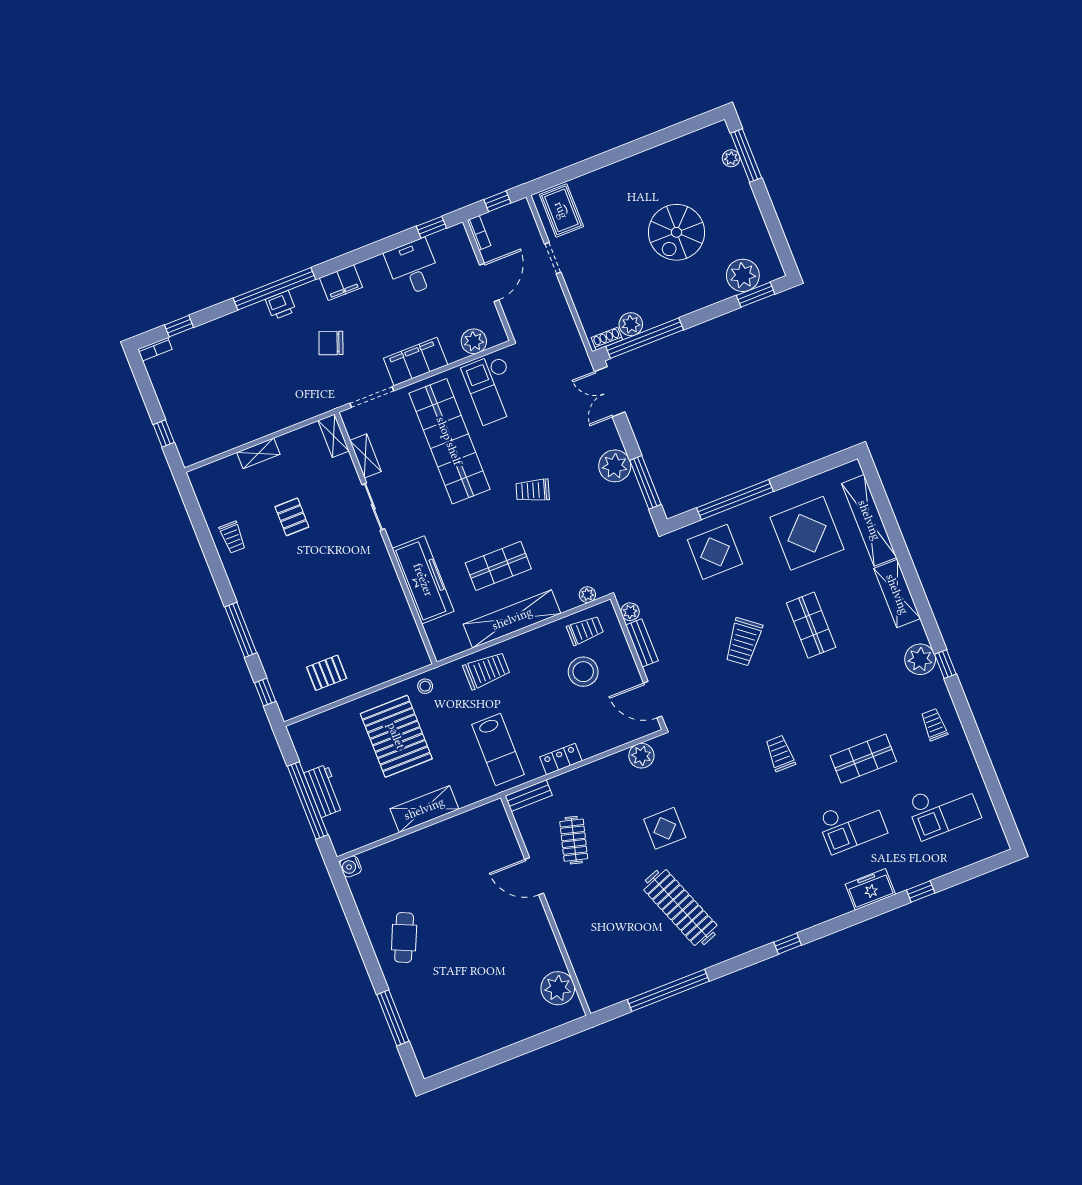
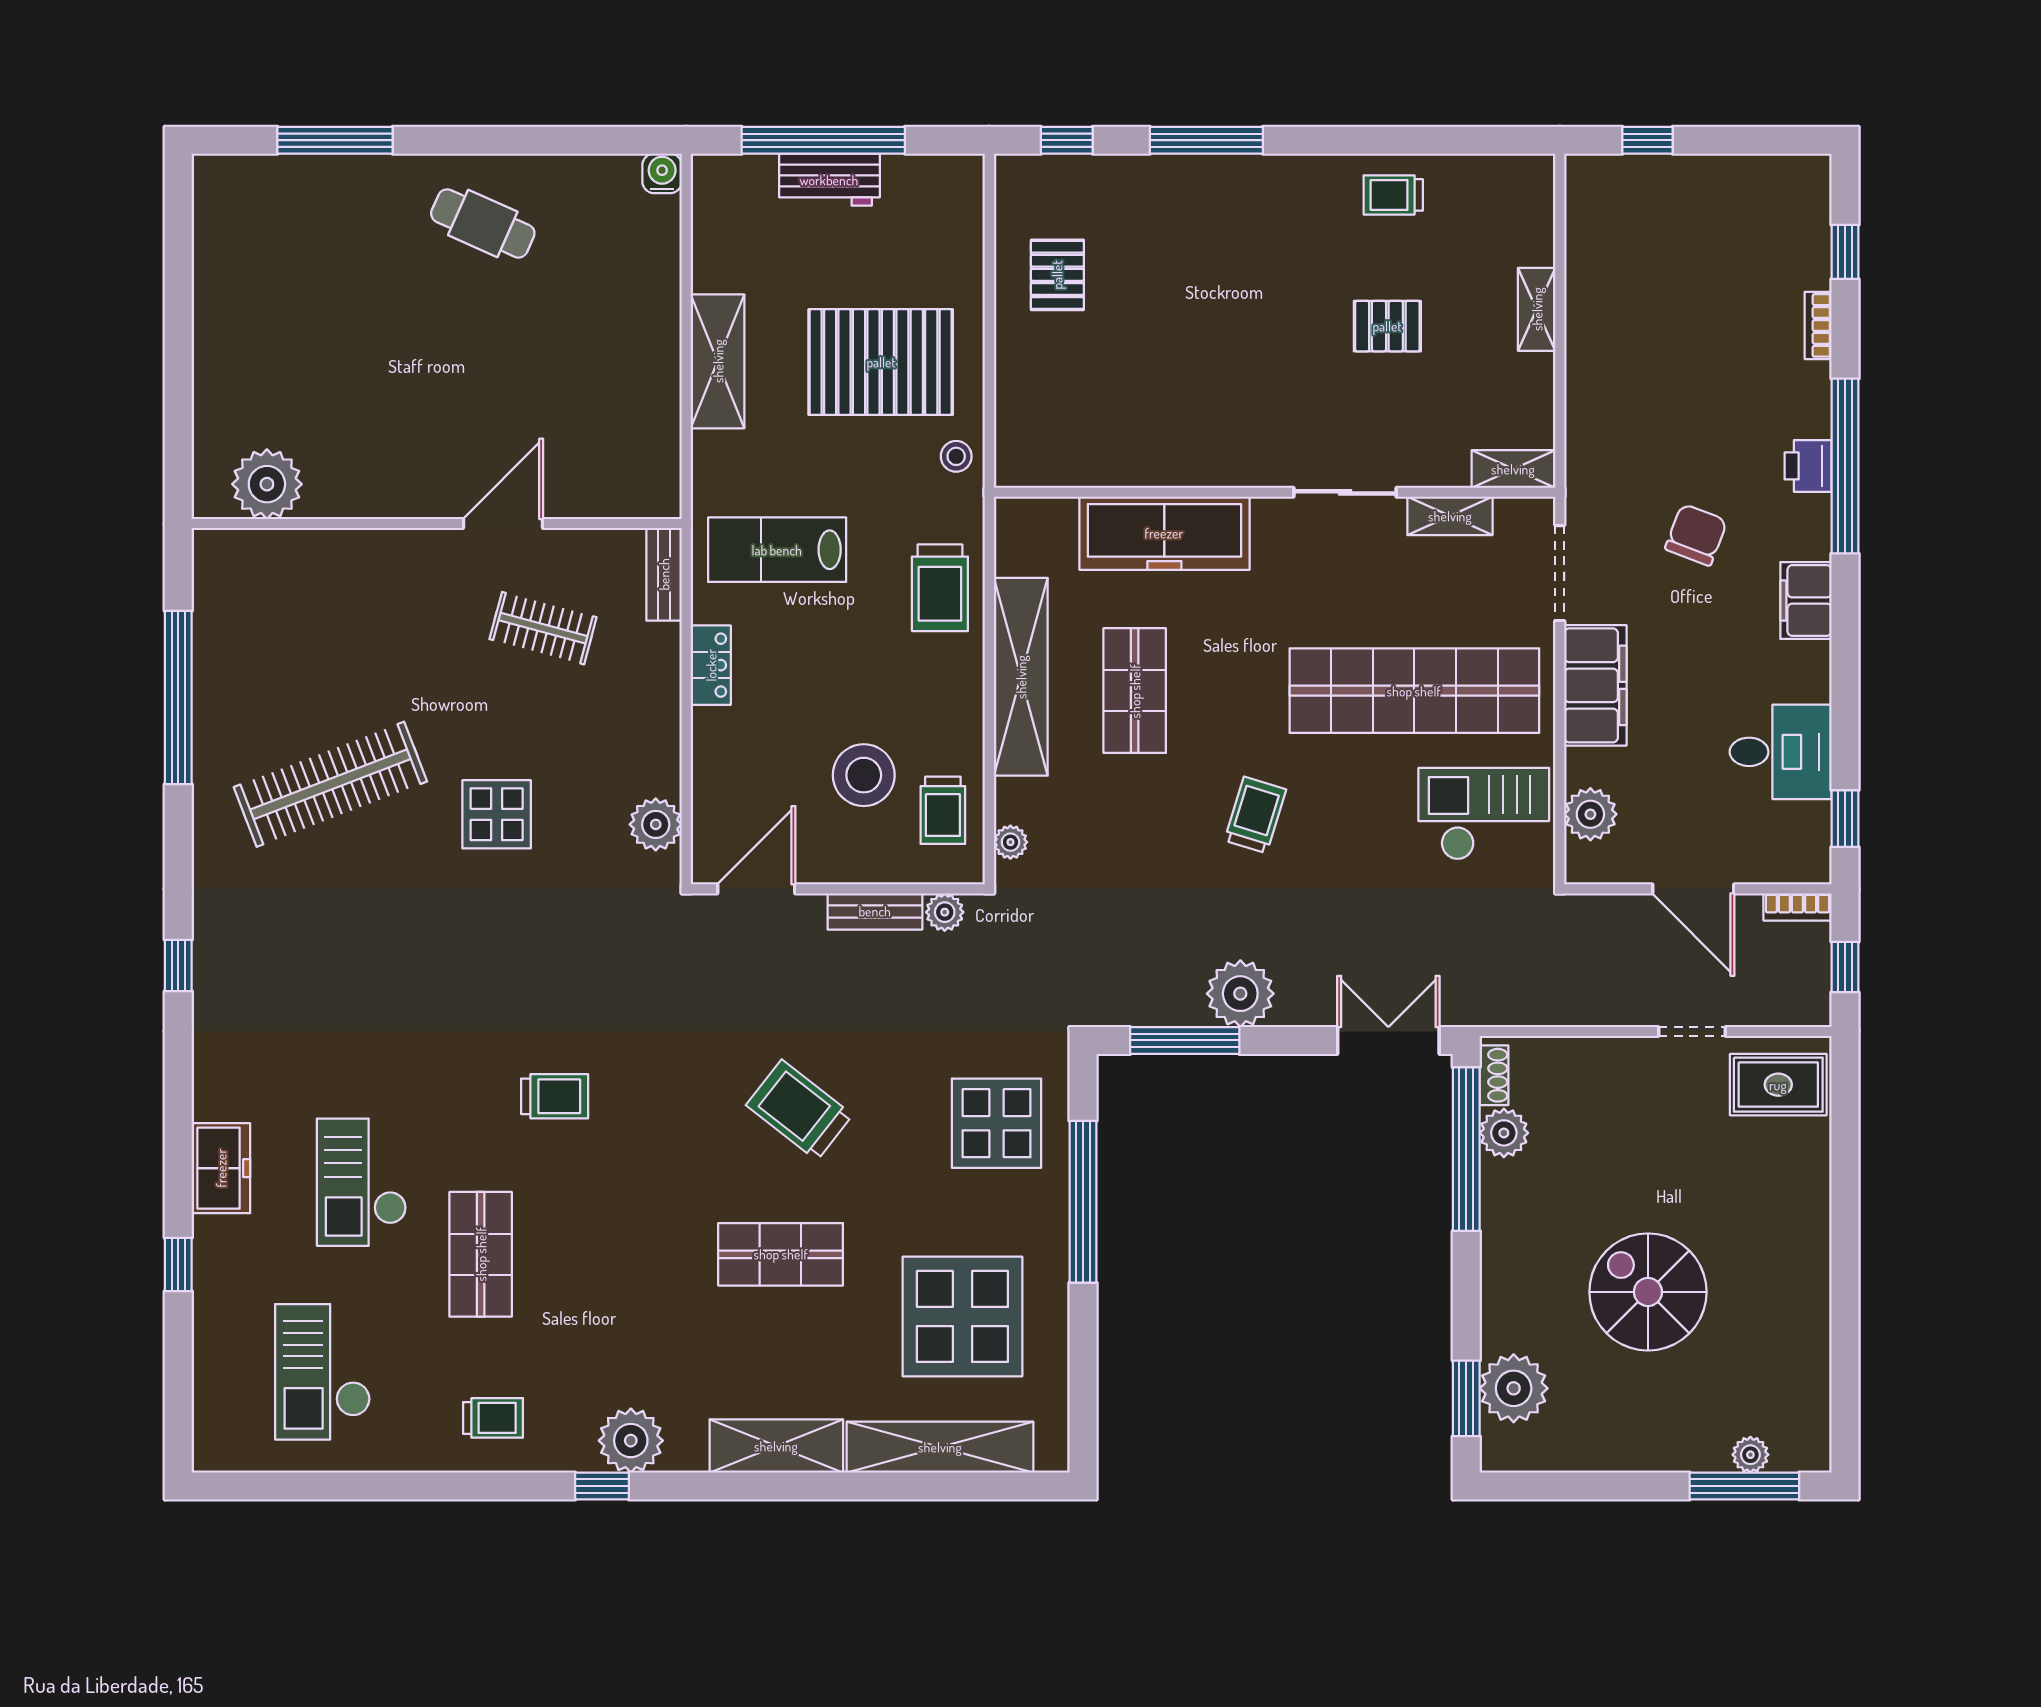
bookcase: (155, 349) -> (1818, 325), moved

